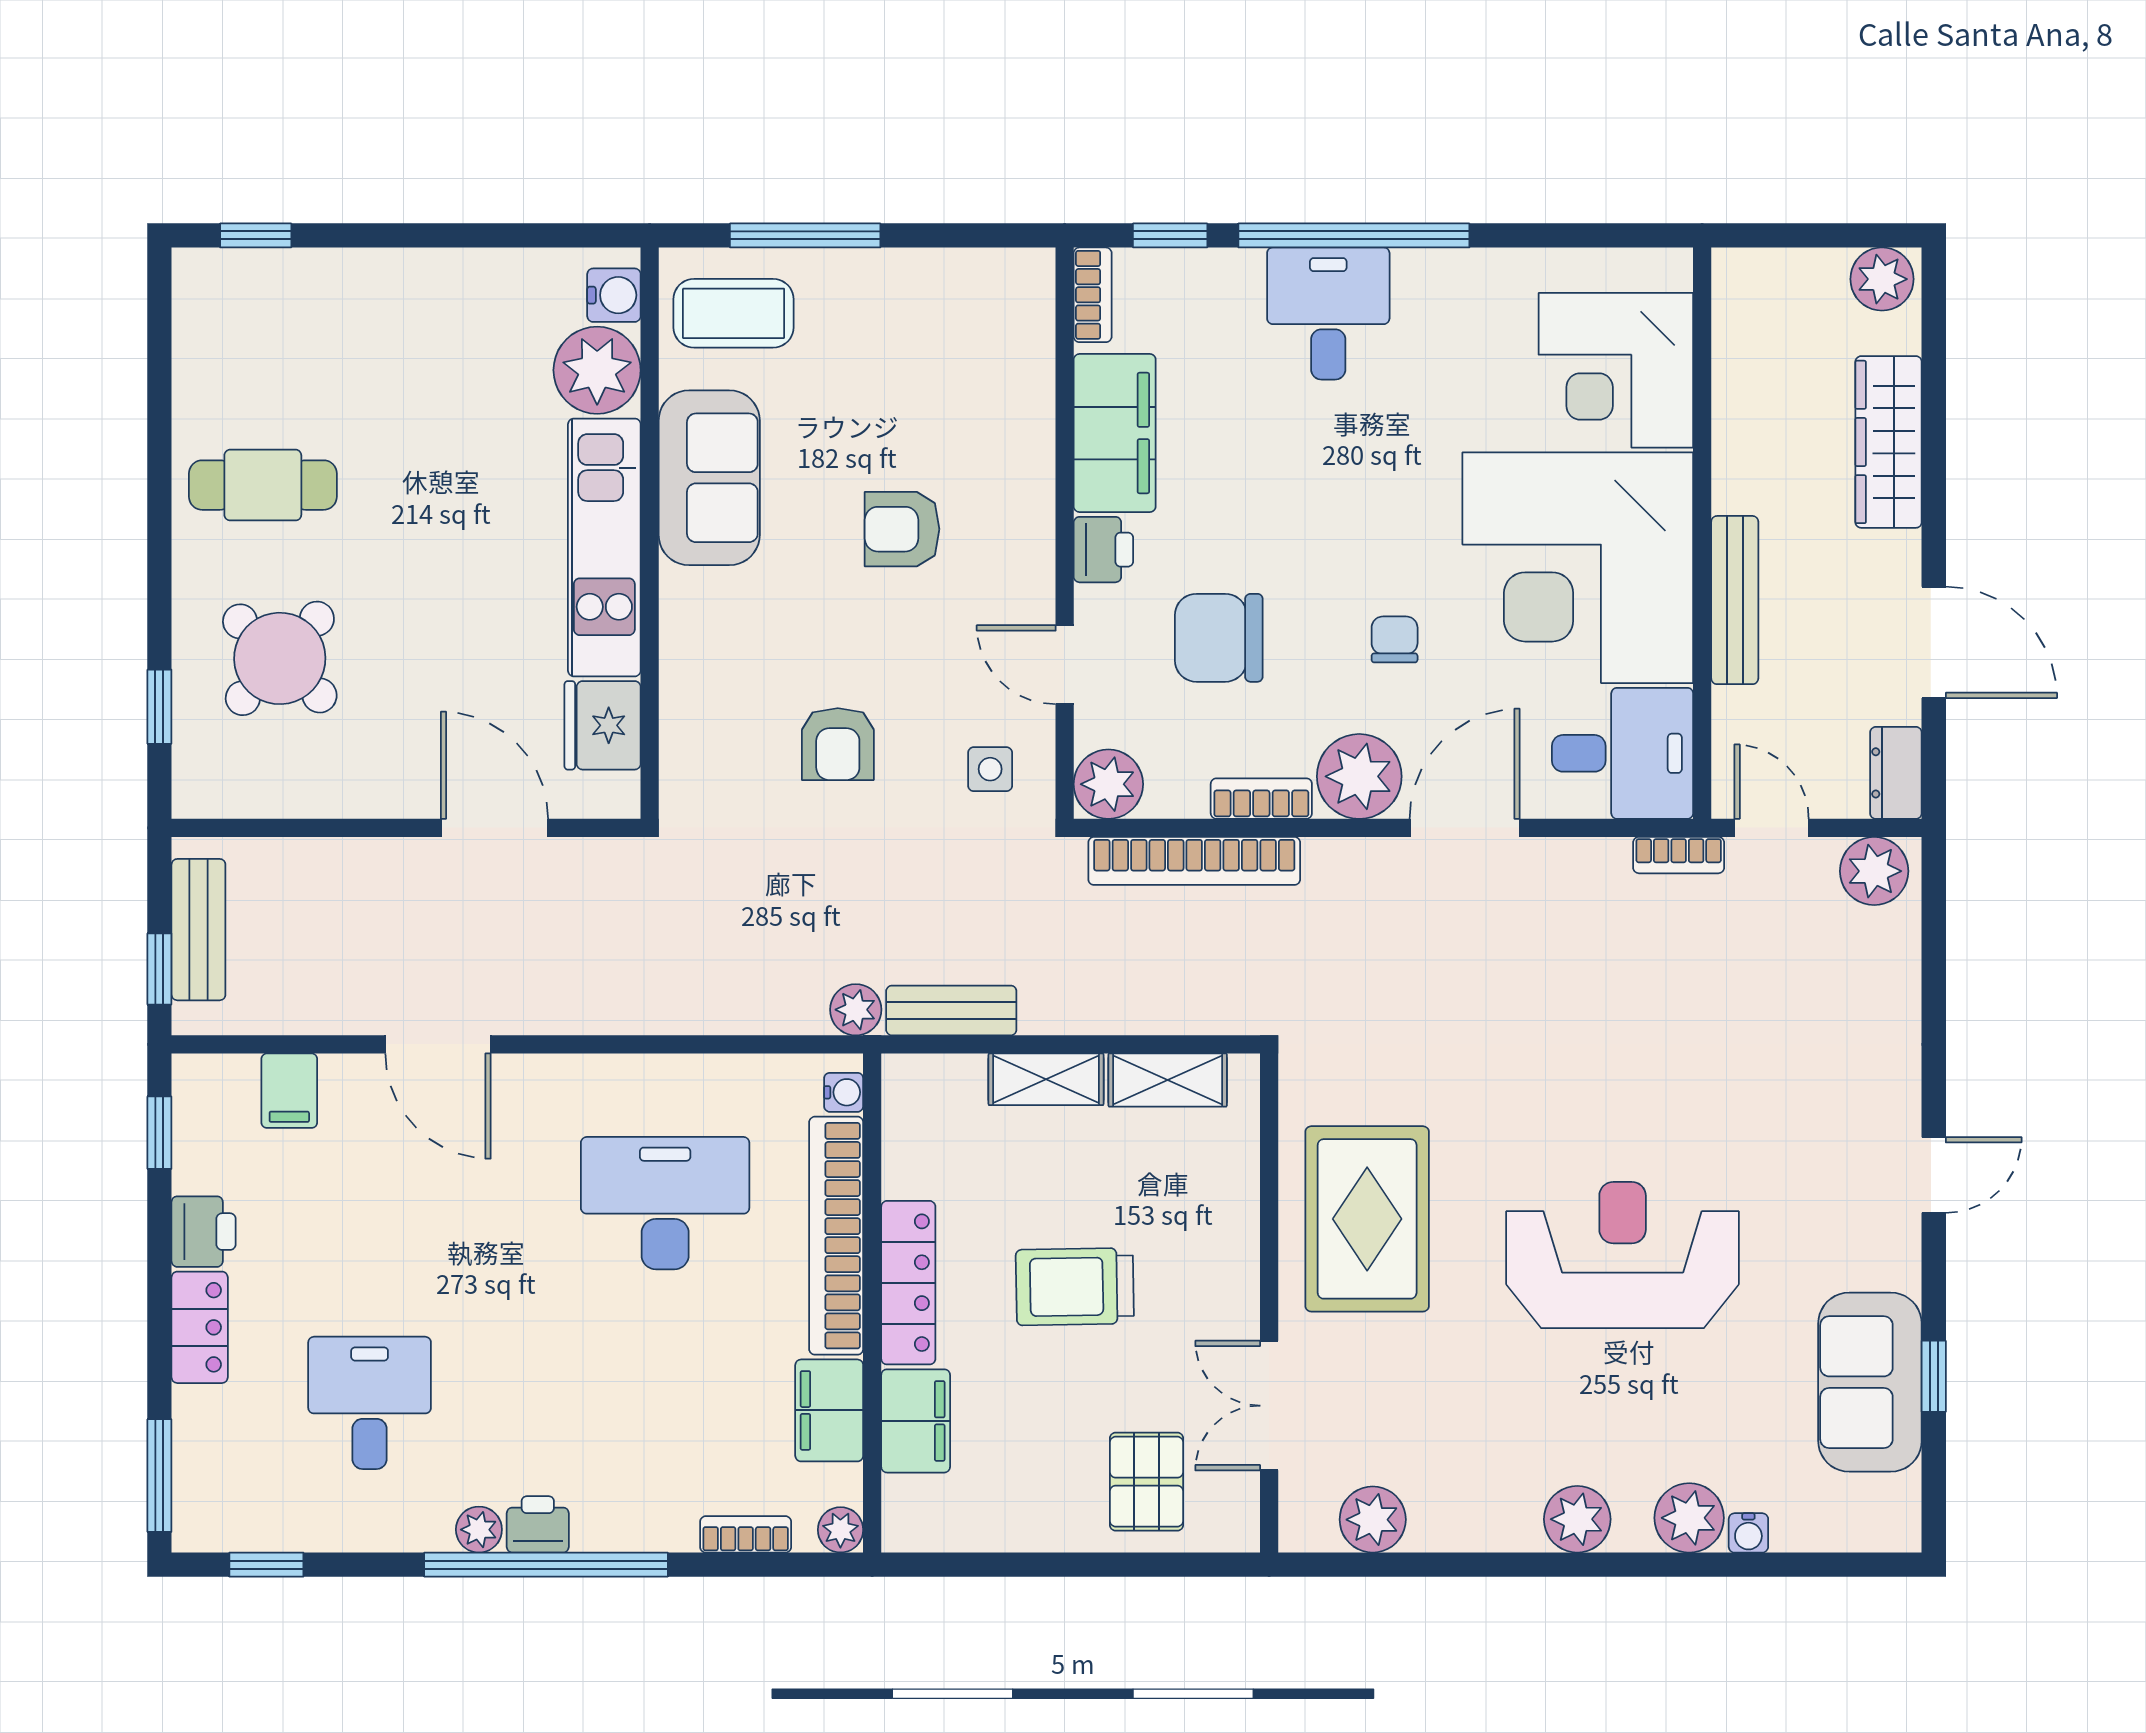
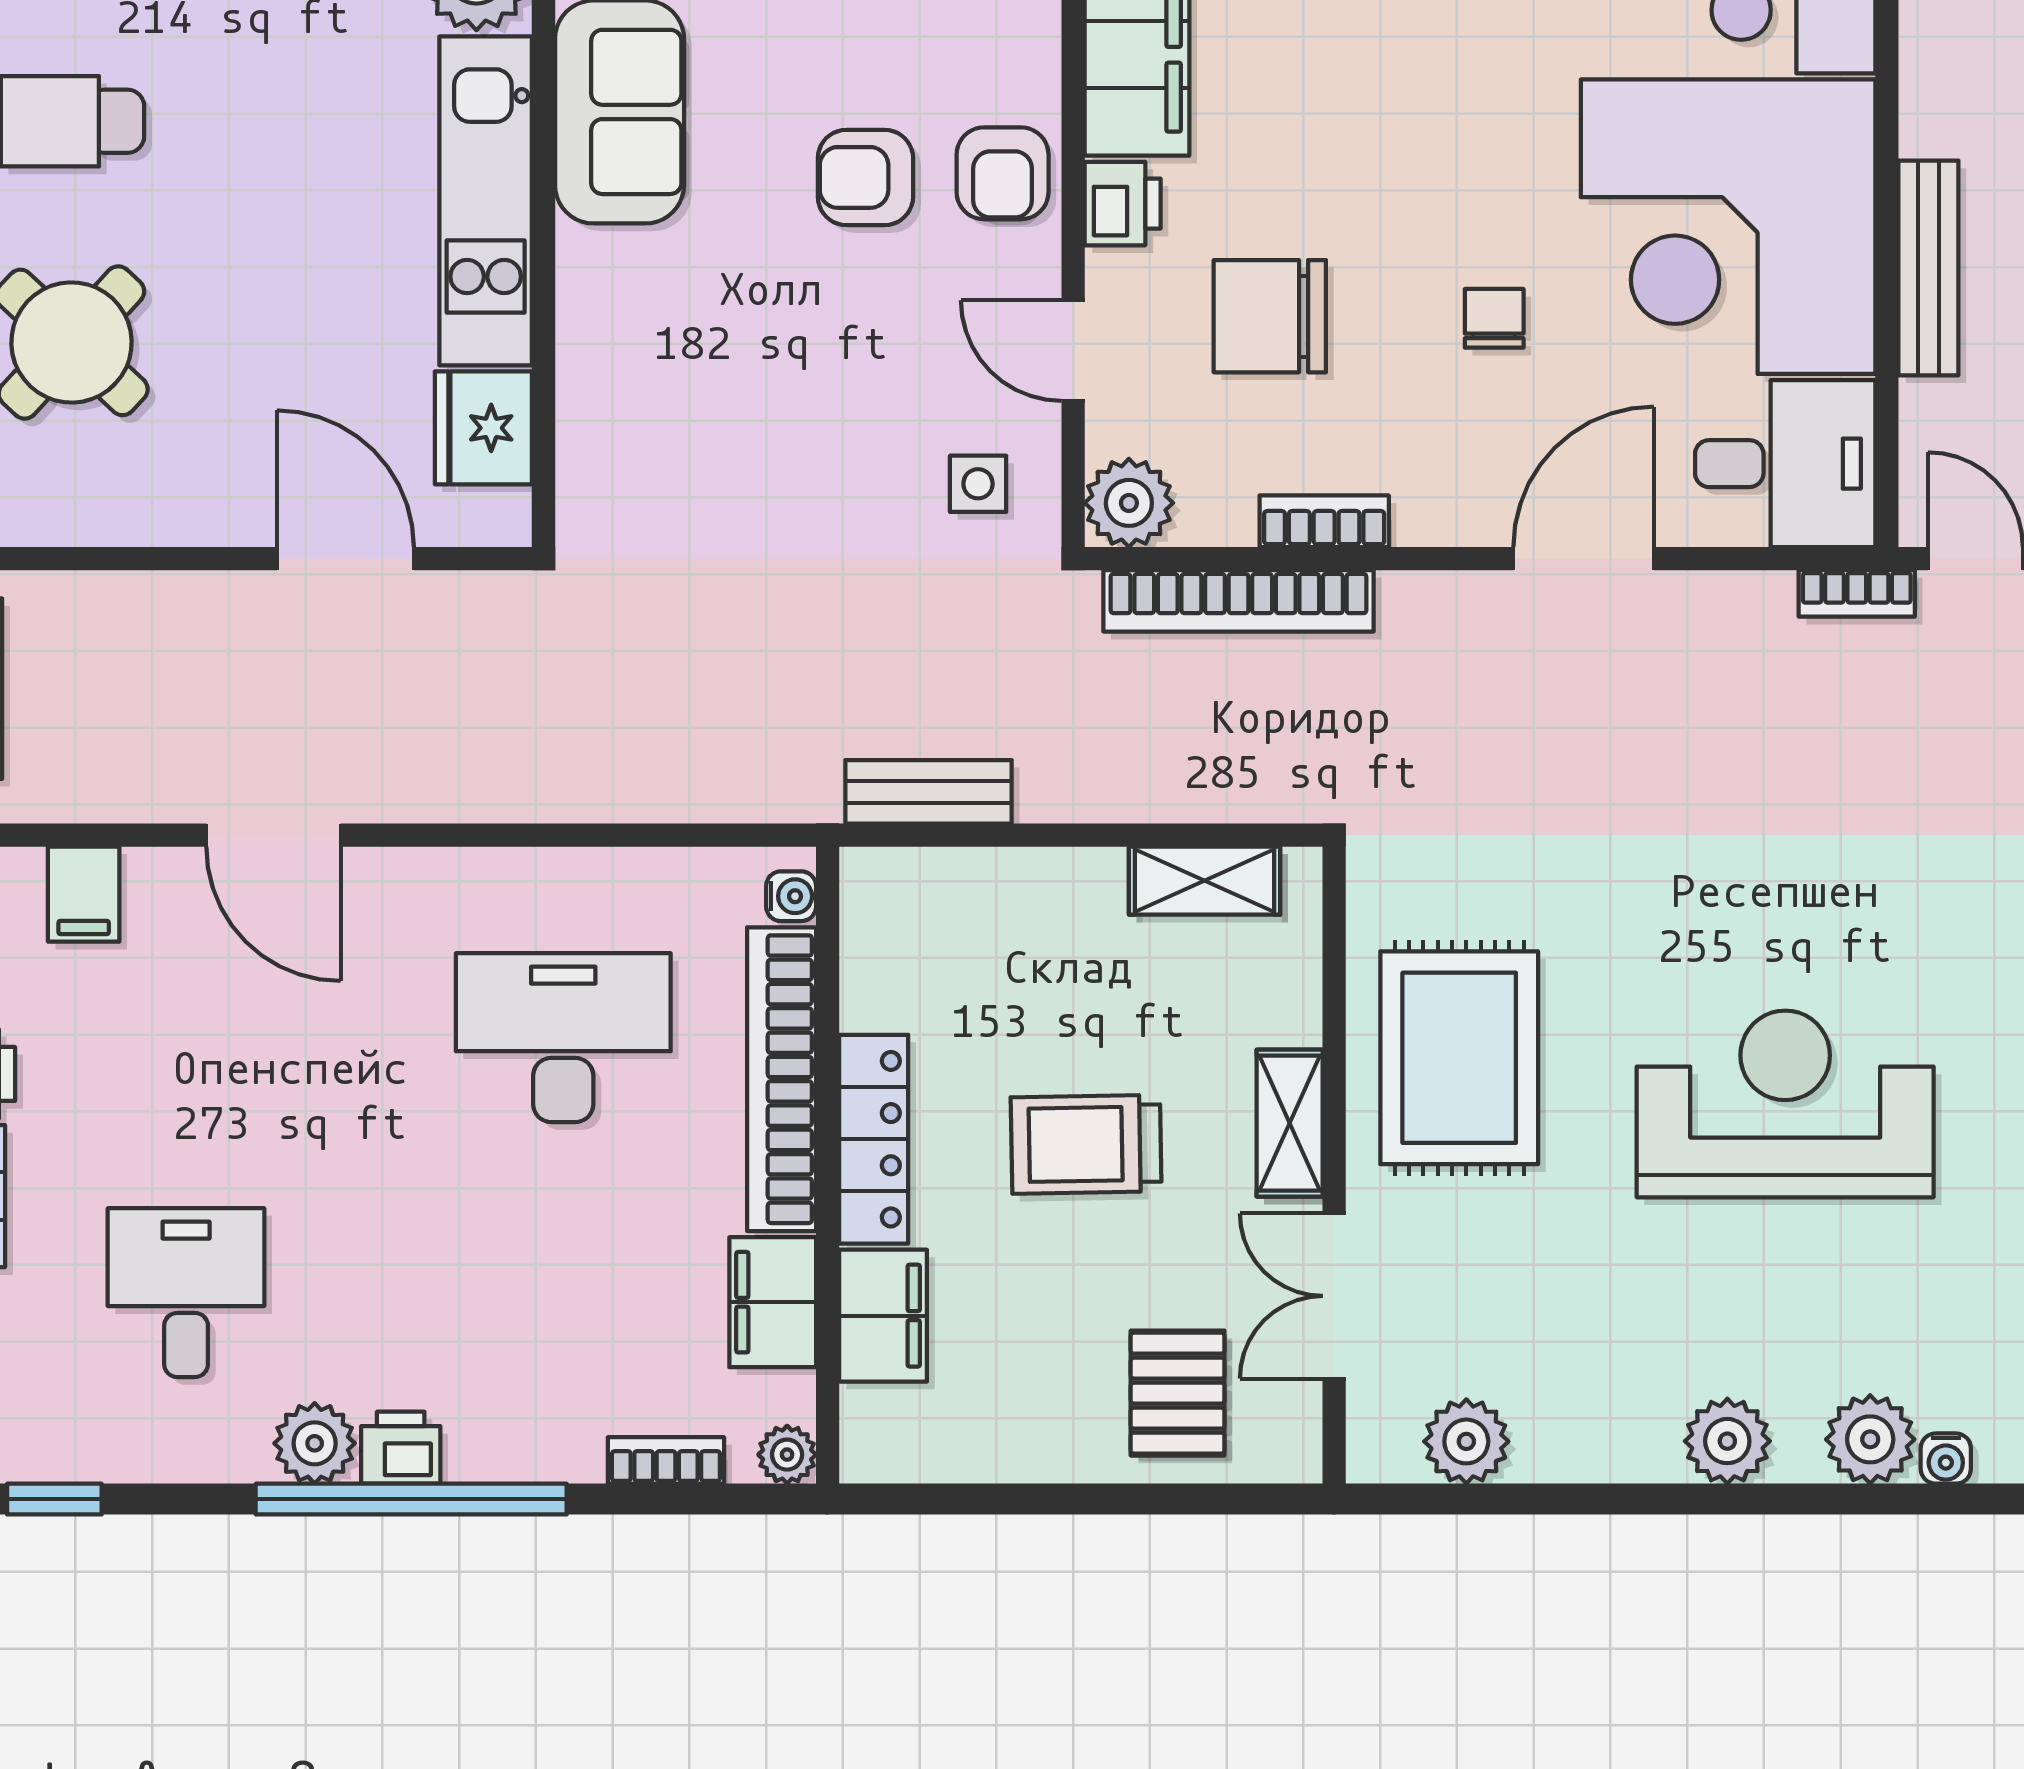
armchair: (838, 744) -> (1003, 173), moved
plant: (1359, 776) -> (1449, 493), removed
plant: (856, 1010) -> (806, 791), removed
shelving: (1046, 1079) -> (1290, 1123), moved, turned 90
plant: (479, 1530) -> (315, 1443), width x1.38, depth x1.38

